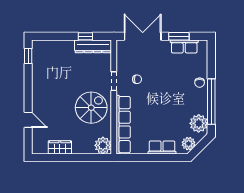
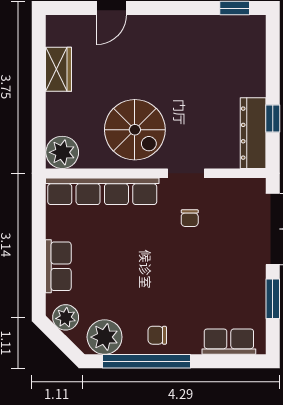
row of seats: (184, 46) -> (229, 342), moved, turned 90
chair: (200, 83) -> (157, 335), moved

